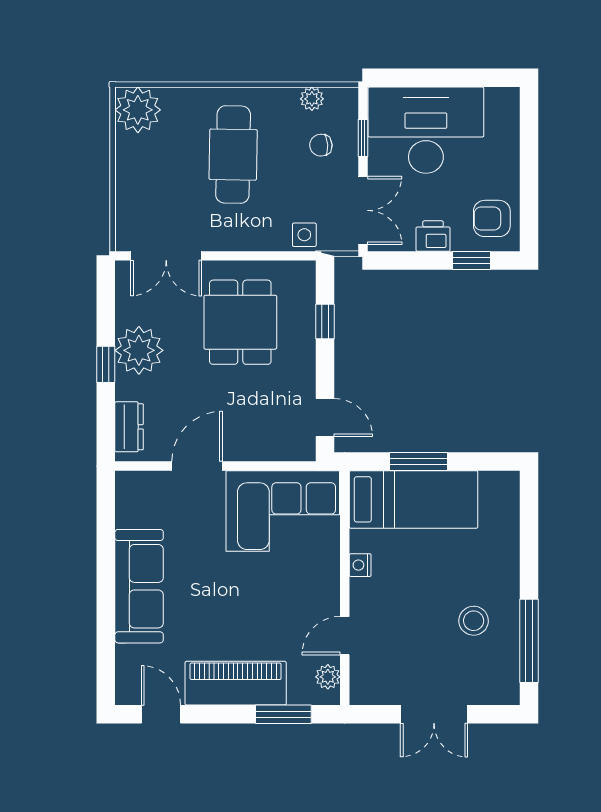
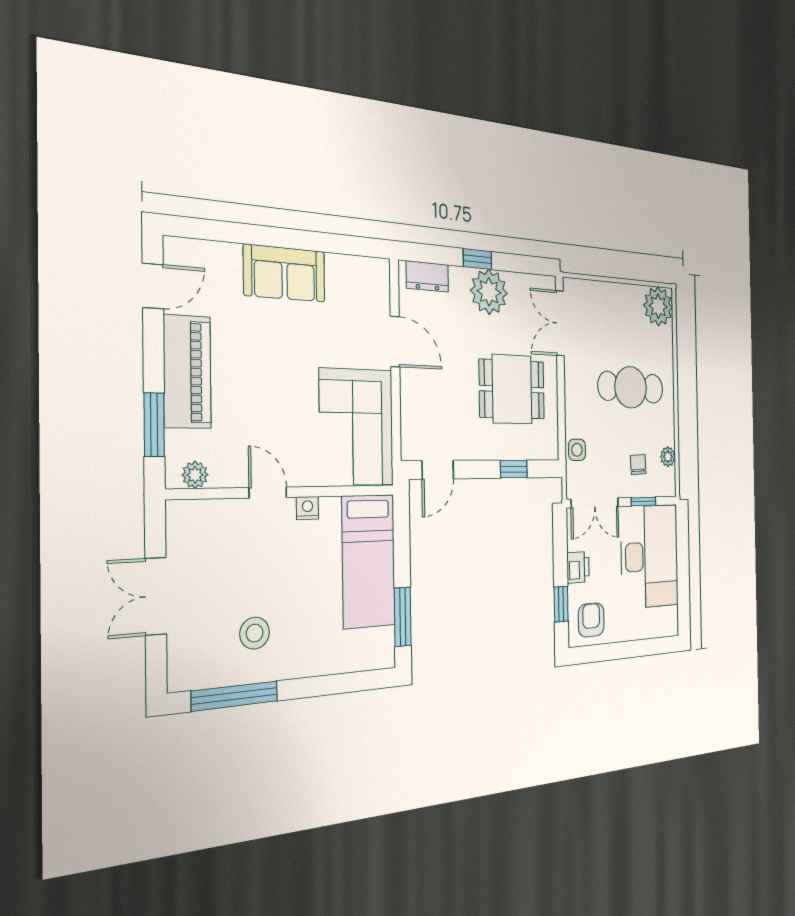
window: (419, 461) -> (403, 617), moved
sofa: (139, 586) -> (285, 273), width x0.73
door: (345, 636) -> (268, 492), moved

